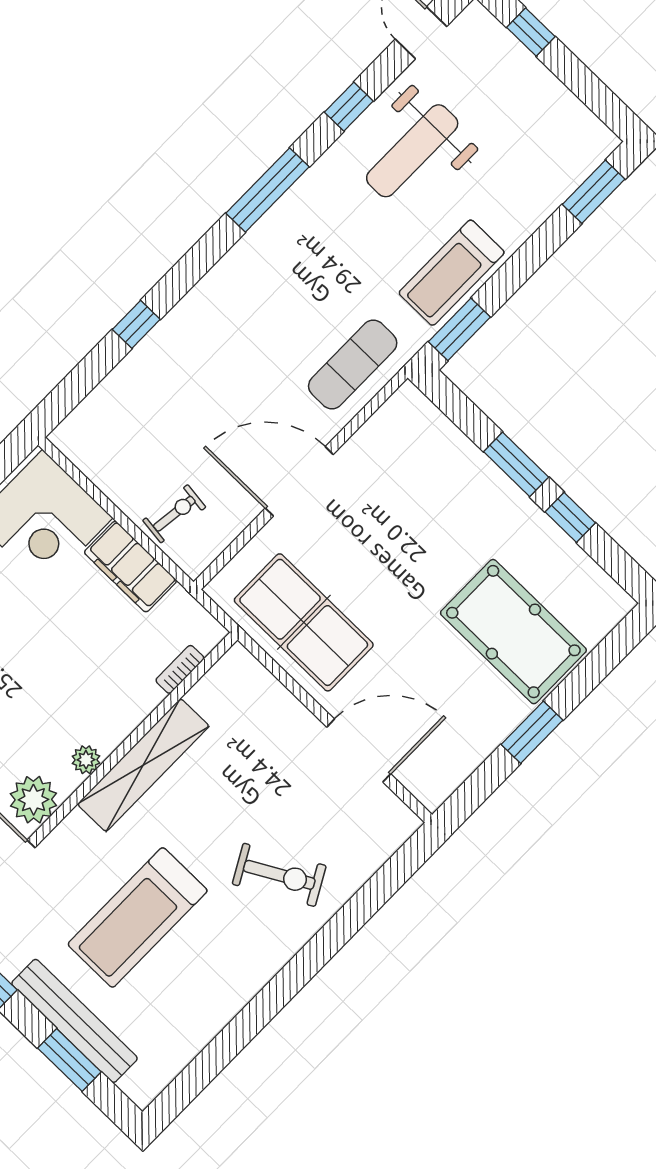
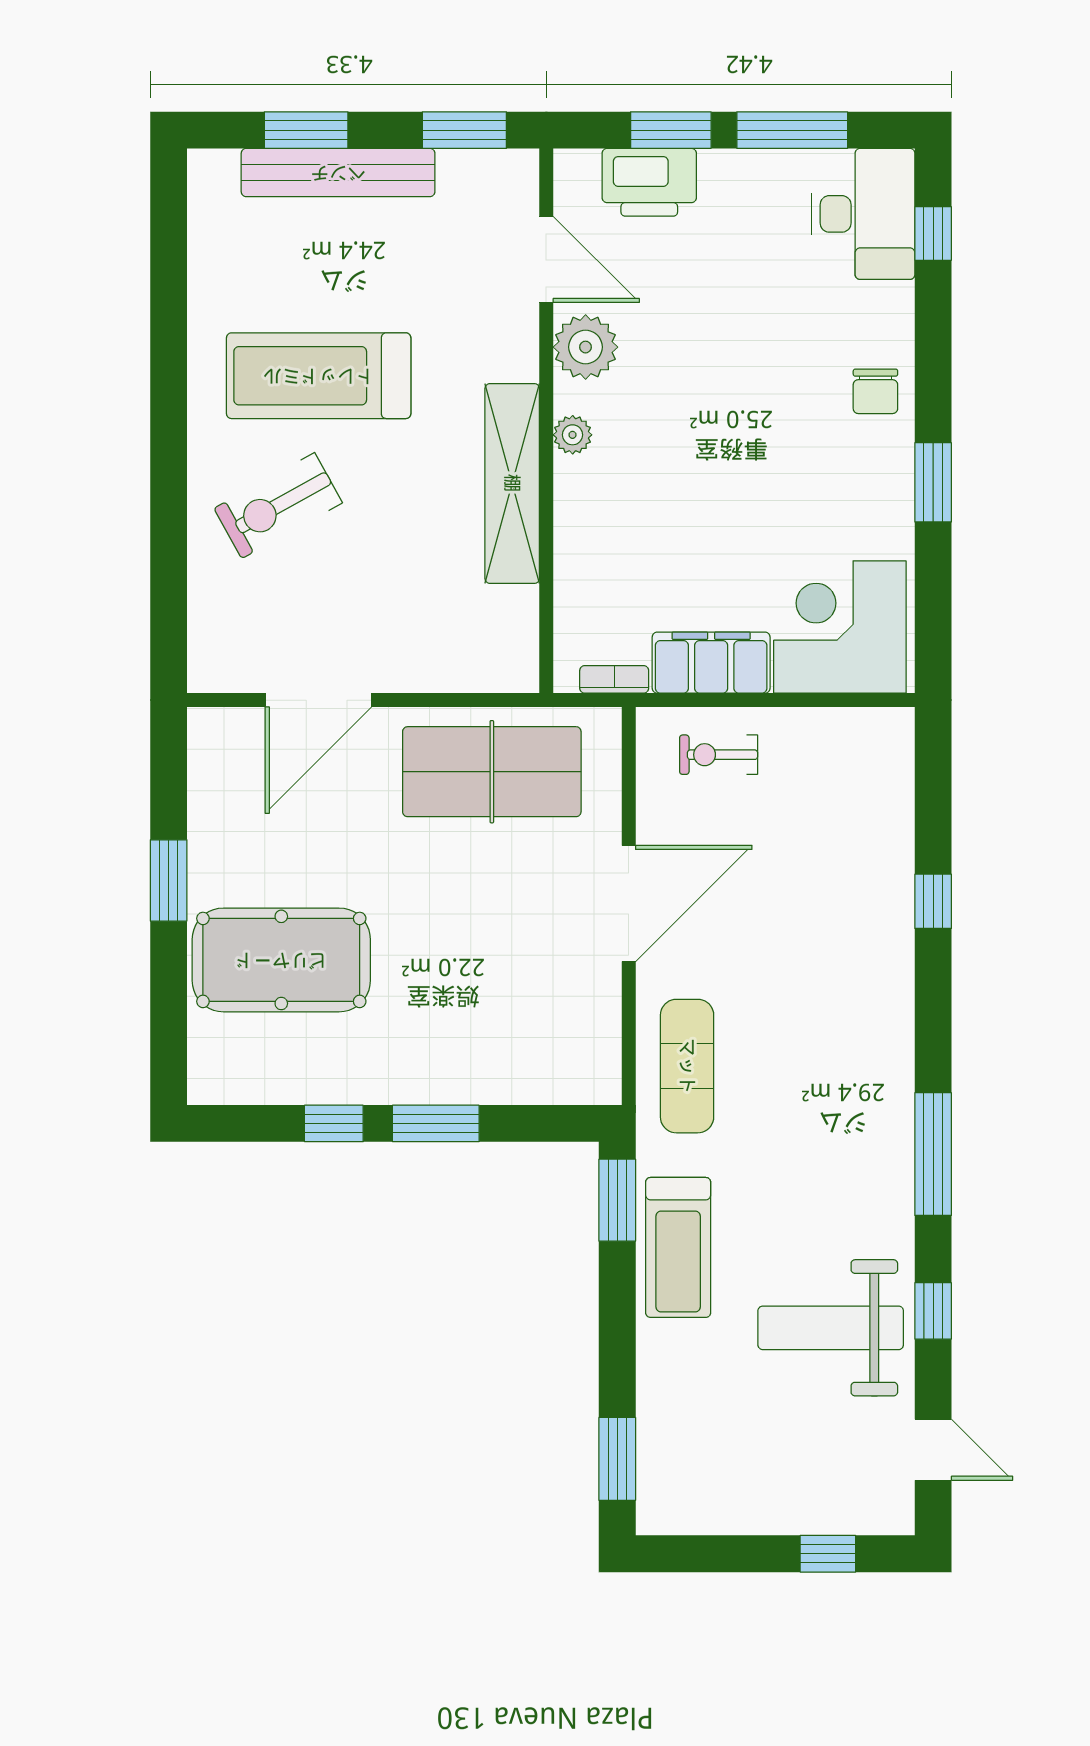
weight bench: (412, 151) -> (831, 1328), turned -90
treadmill: (452, 273) -> (678, 1247), turned 180
exercise bike: (174, 514) -> (719, 755), turned 83
bookcase: (180, 669) -> (614, 679), moved, turned -90
treadmill: (138, 917) -> (319, 376), moved, turned -90

